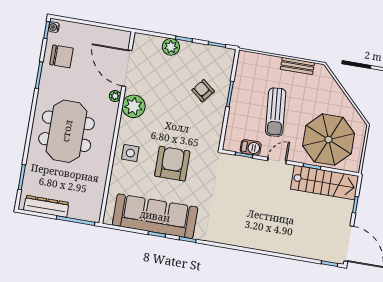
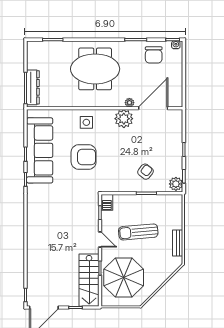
plant: (171, 47) -> (176, 184), moved
barbecue: (251, 147) -> (107, 202), moved
dresser: (46, 206) -> (33, 87), moved

